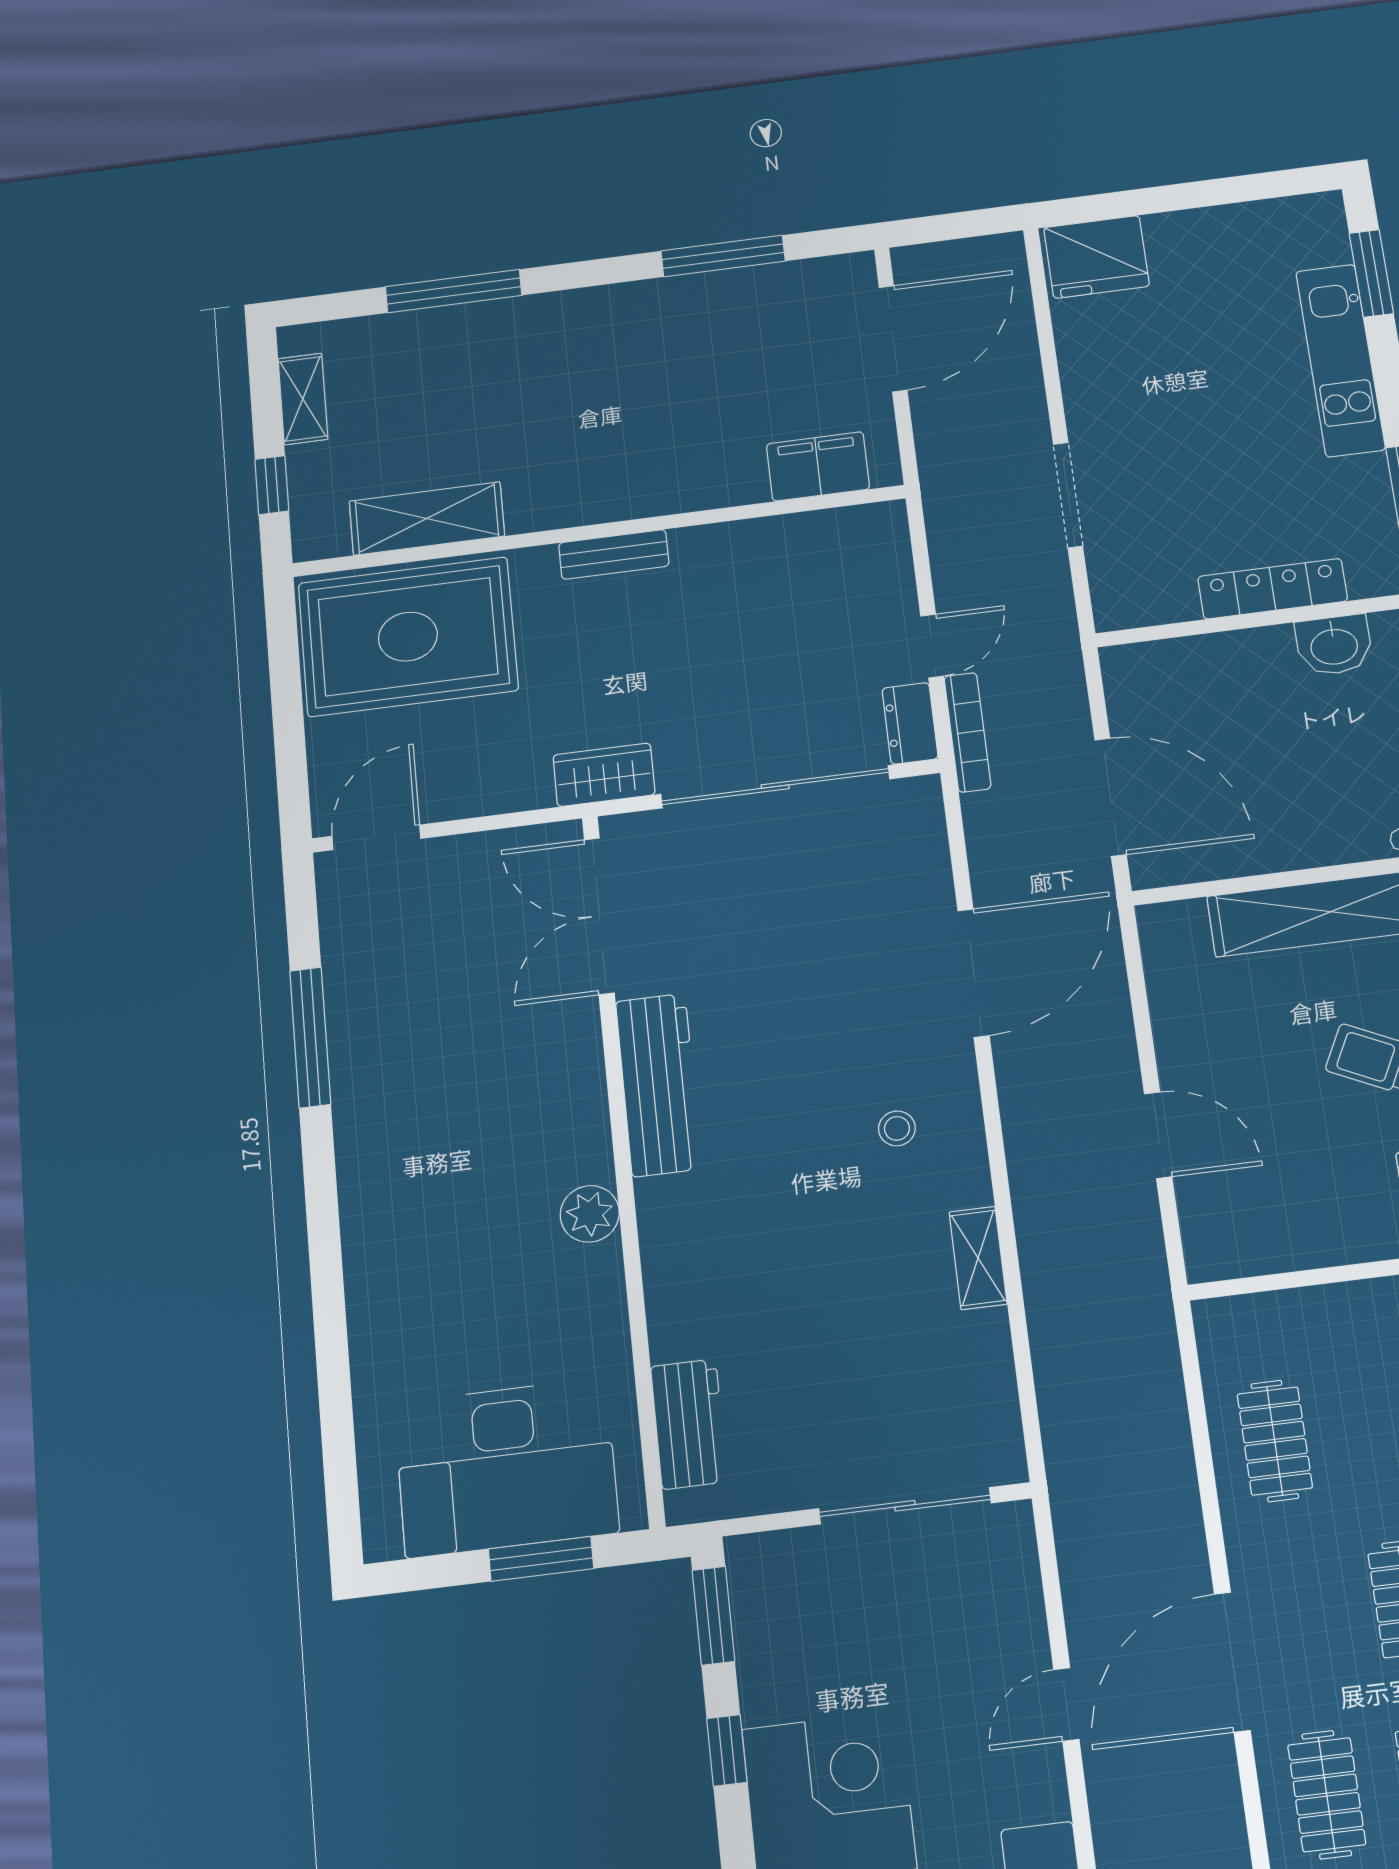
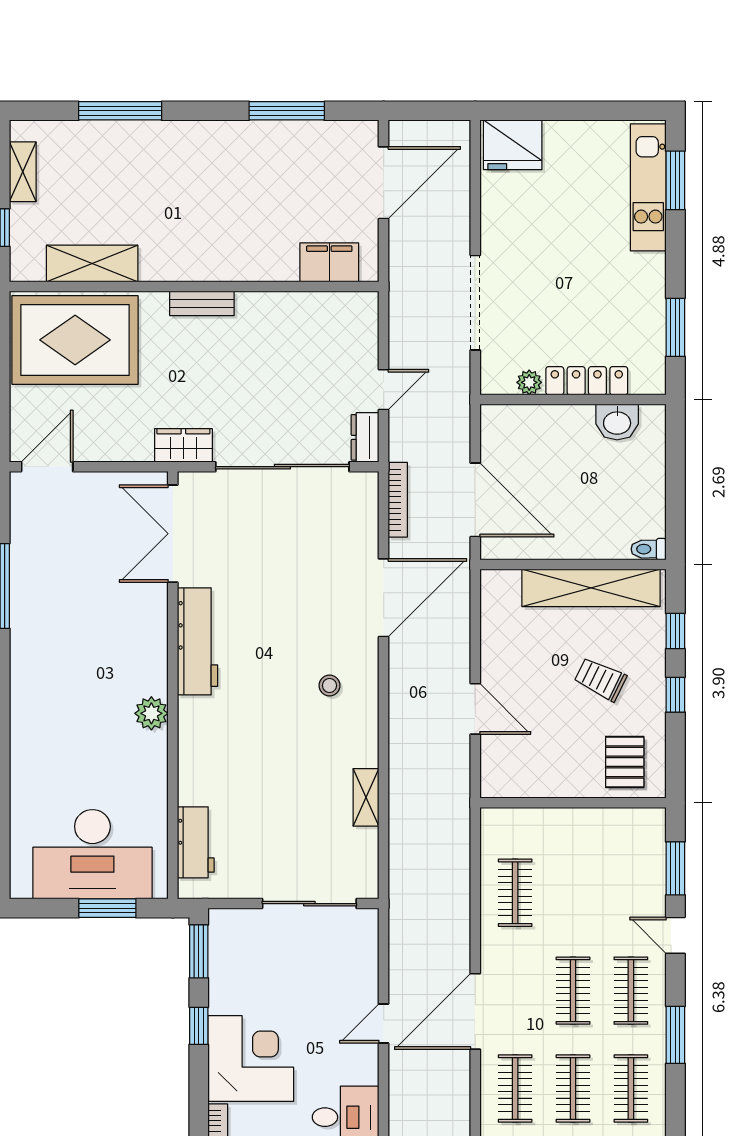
kitchen unit: (1340, 360) -> (648, 187), moved
doorway: (1068, 495) -> (475, 303), width x1.36
plant: (1176, 604) -> (529, 382), added
bookcase: (967, 732) -> (398, 500), moved
shelving: (978, 1258) -> (366, 797), moved

